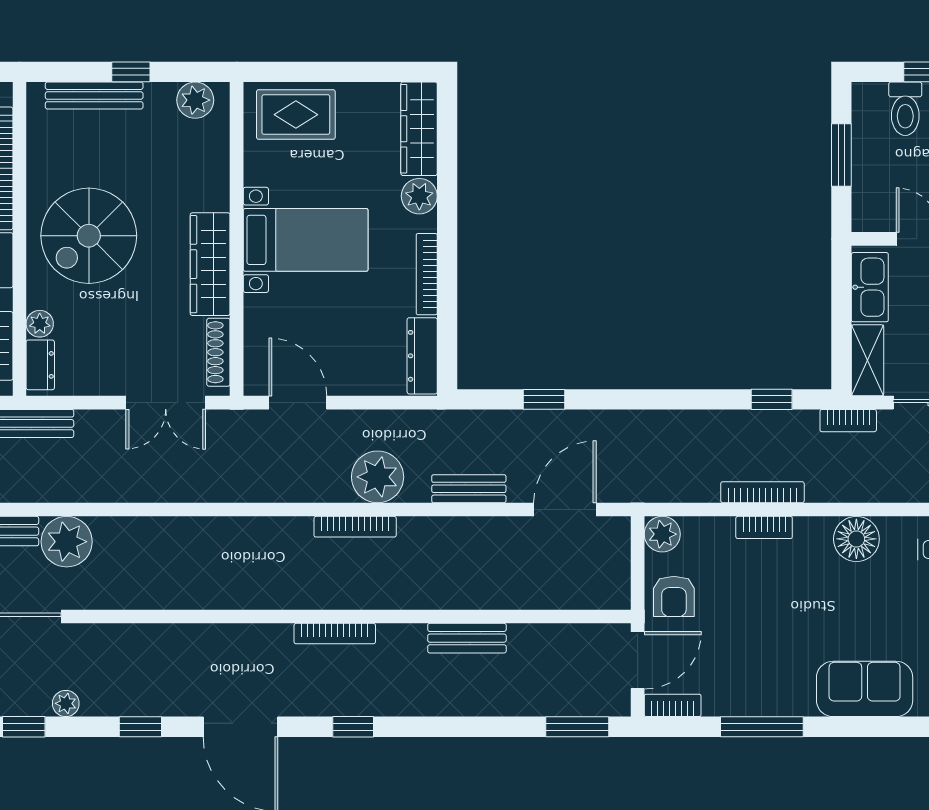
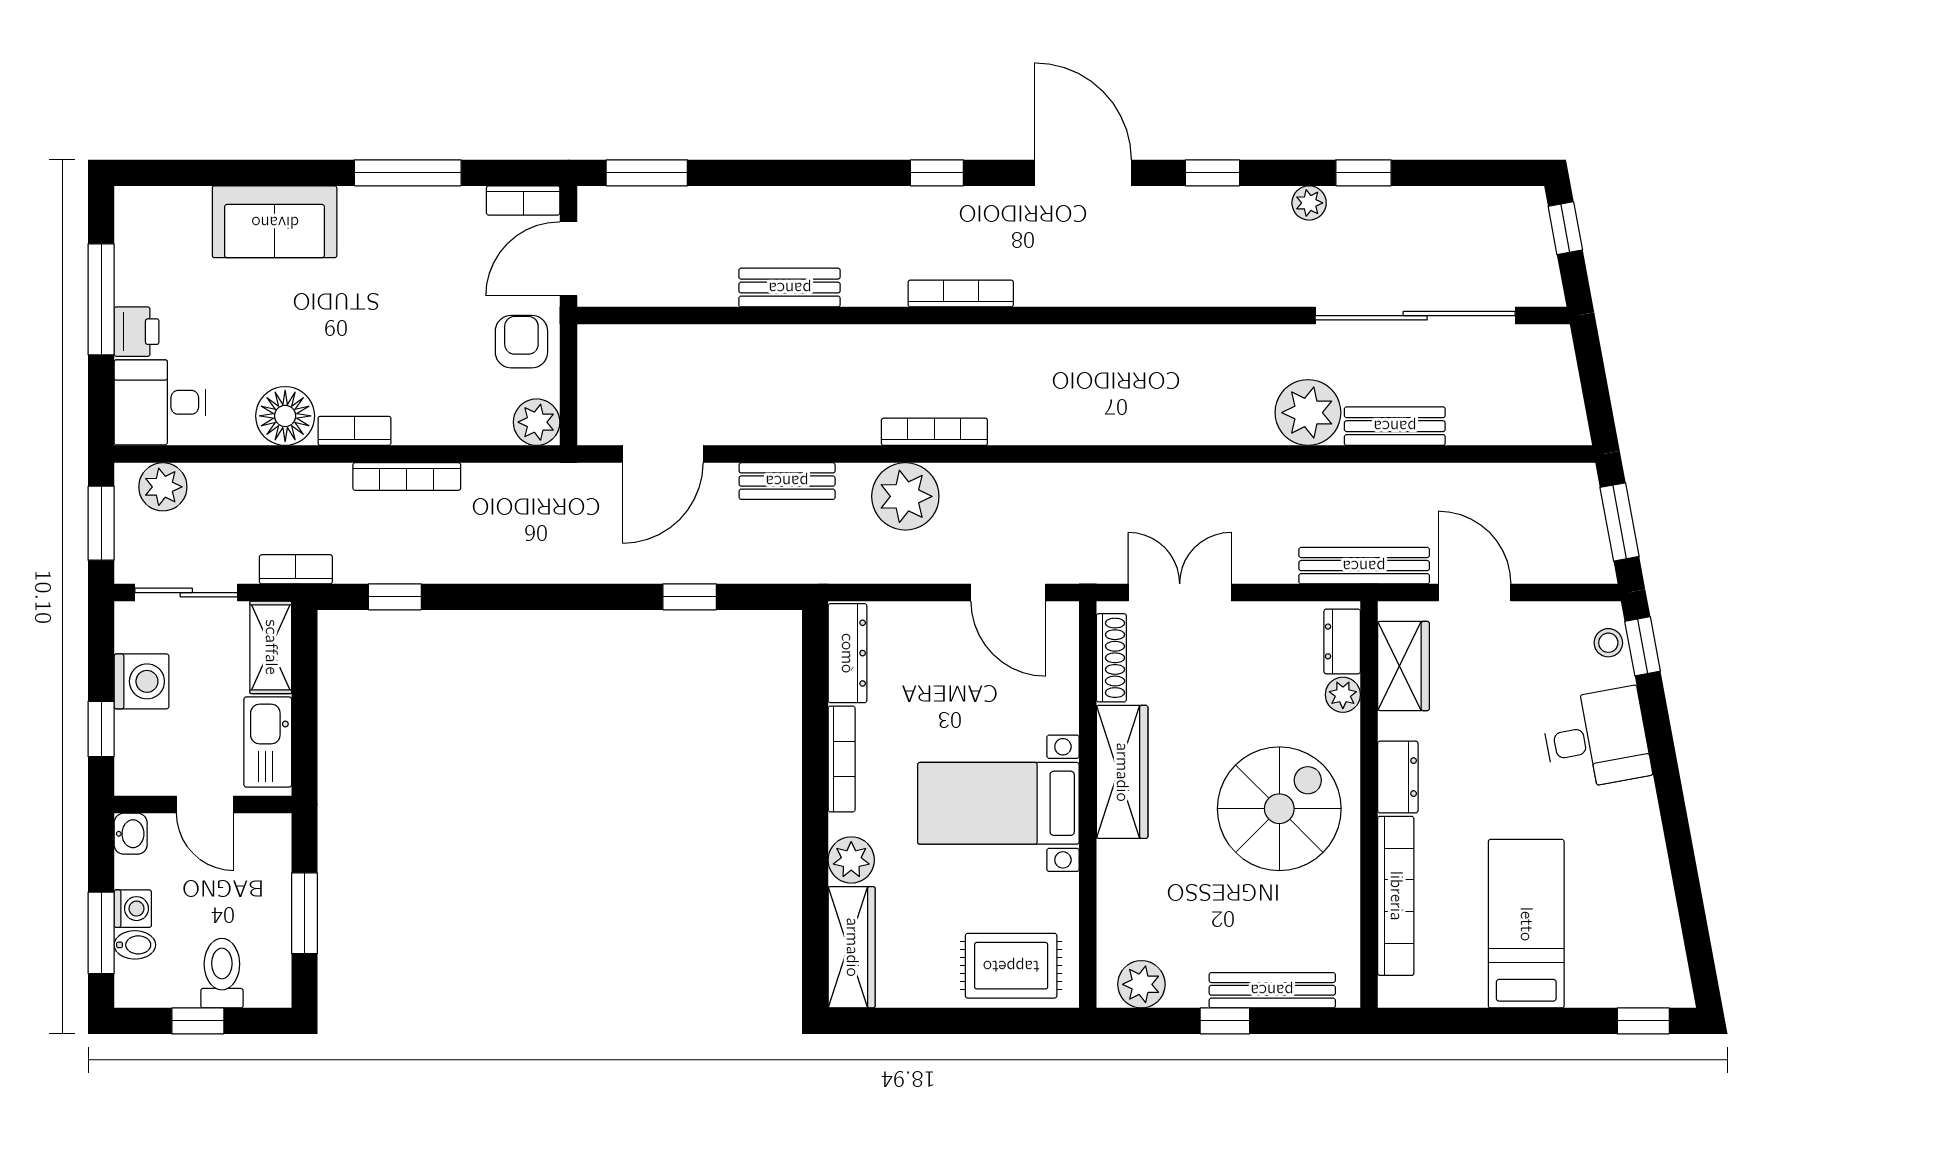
bookcase: (764, 527) -> (354, 431), moved

